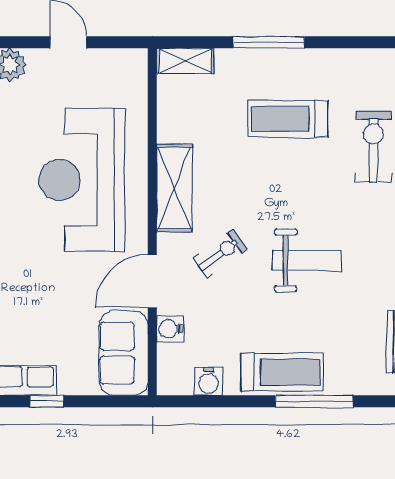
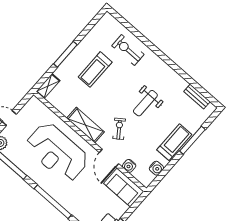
weight bench: (307, 260) -> (145, 103), turned 180

